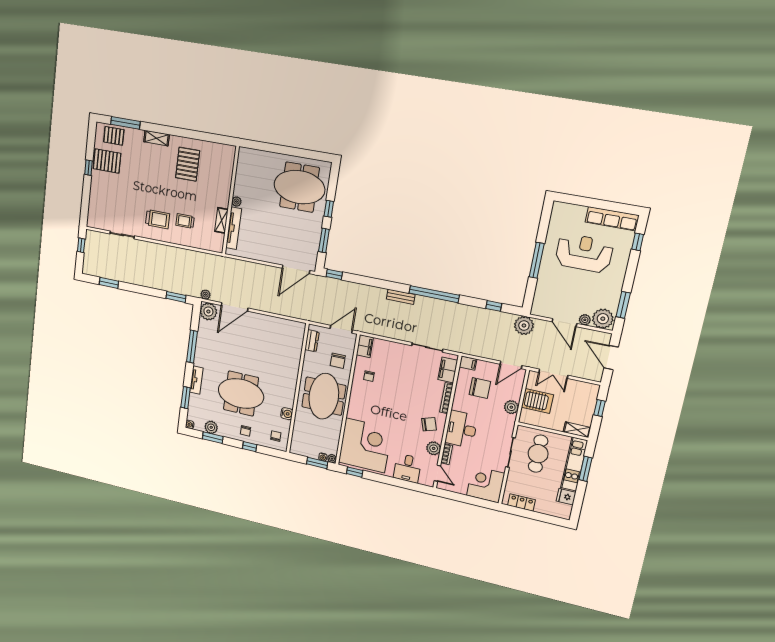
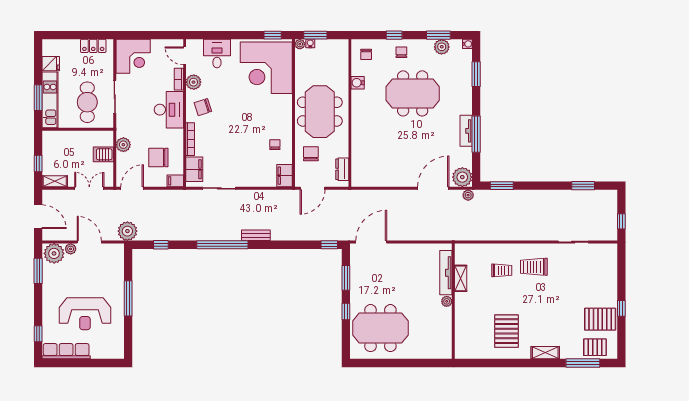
tv unit: (196, 380) -> (466, 131), moved
server rack: (537, 401) -> (103, 154), width x0.73, depth x0.70
shelving: (577, 430) -> (55, 181), moved

